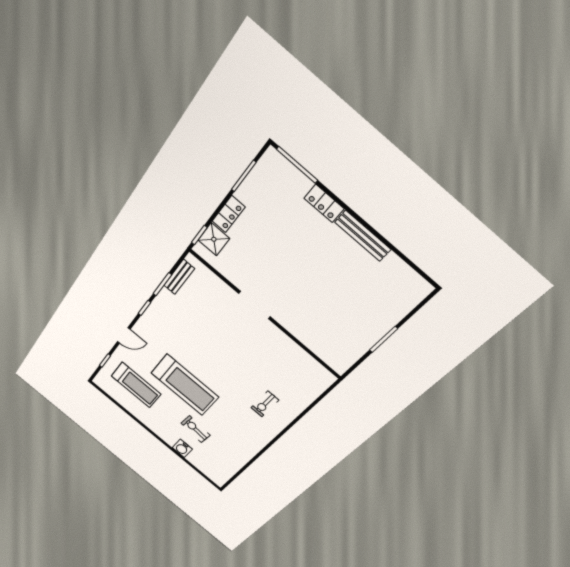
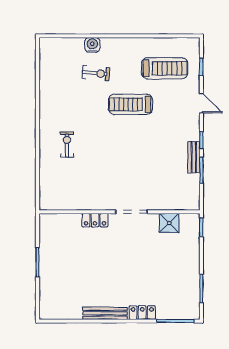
locker: (229, 214) -> (95, 220), moved, turned -90
shower: (214, 239) -> (169, 223), moved
bench: (179, 277) -> (194, 157), moved
door: (124, 335) -> (201, 103), swing flipped
treadmill: (136, 385) -> (165, 68), turned 180
treadmill: (185, 385) -> (131, 104), width x0.73, depth x0.73

